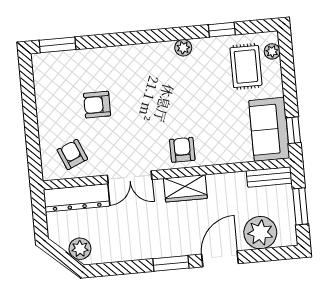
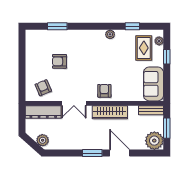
window: (58, 45) -> (57, 26), moved
window: (293, 130) -> (167, 57), moved
wardrobe: (185, 188) -> (110, 112), width x1.50
plant: (260, 233) -> (154, 141), moved
door: (220, 259) -> (120, 153), hinge flipped

